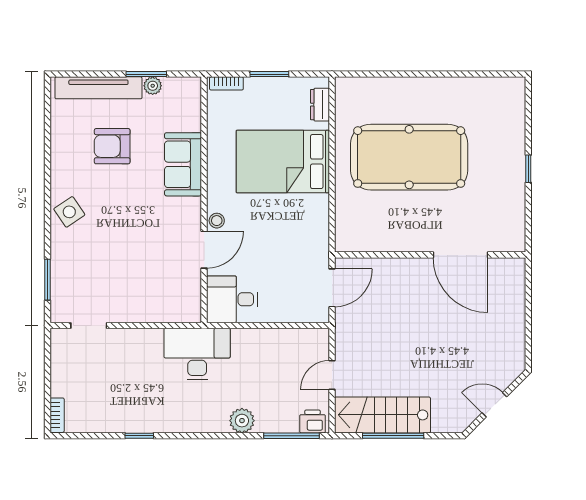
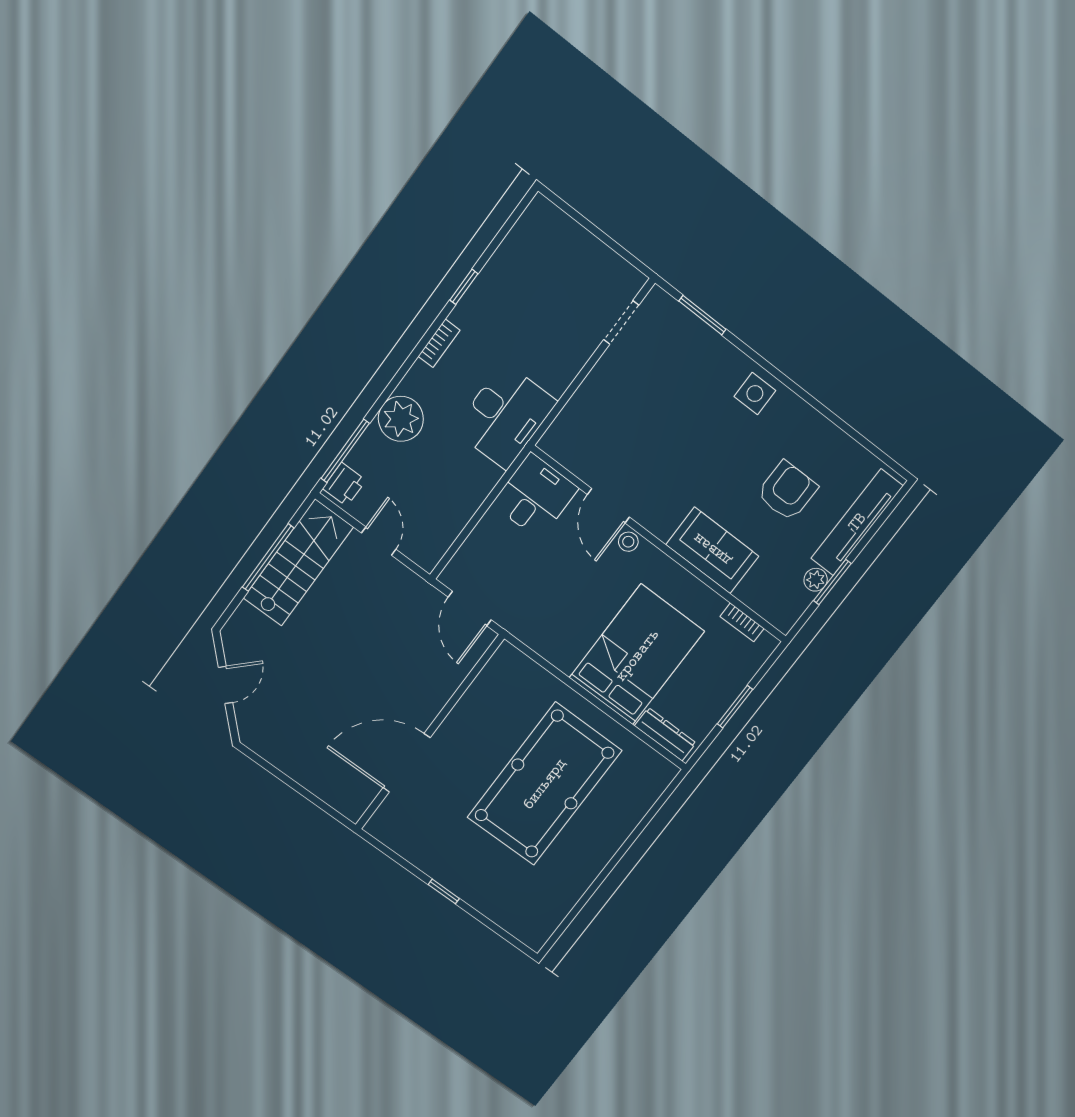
bookcase: (226, 83) -> (742, 622), moved, turned -90
dresser: (320, 105) -> (665, 734), width x1.44
side table: (69, 212) -> (755, 394), turned 34
bookcase: (57, 415) -> (439, 343), moved, turned -90
plant: (242, 421) -> (401, 419), width x1.36, depth x1.36

